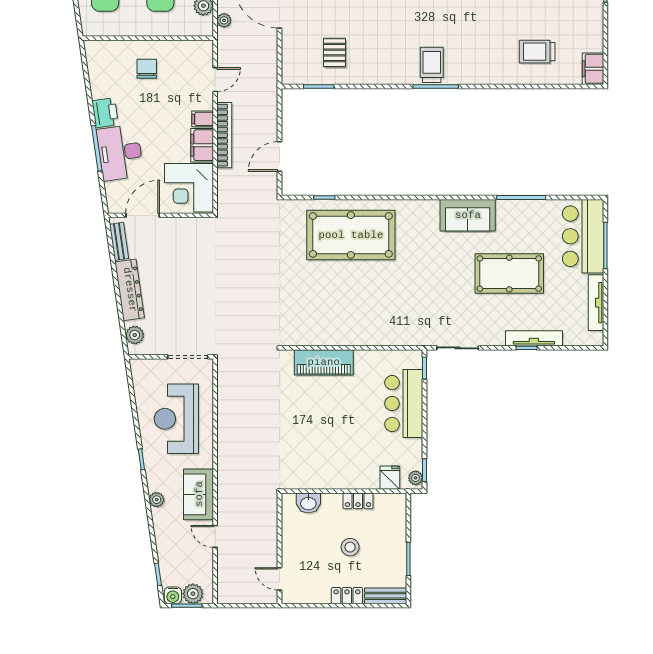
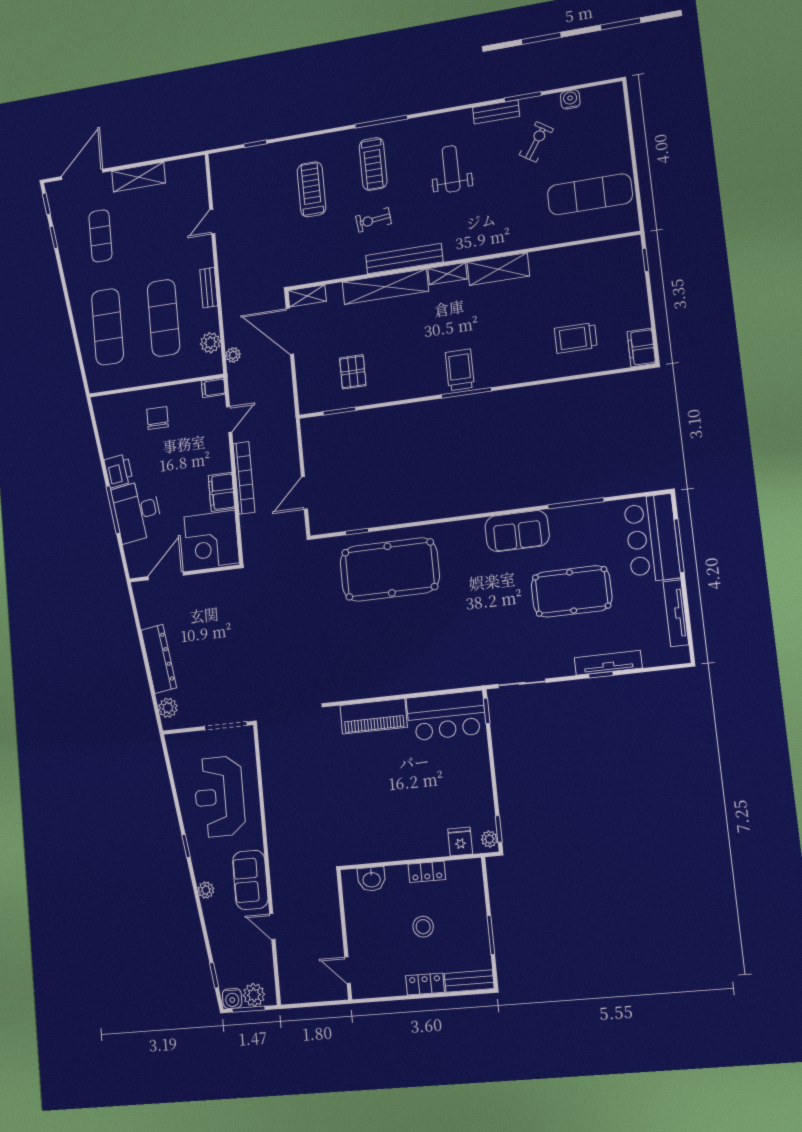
filing cabinet: (203, 119) -> (213, 388), moved
bench: (119, 241) -> (144, 607), removed
bar counter: (404, 404) -> (446, 716), moved, turned -90

